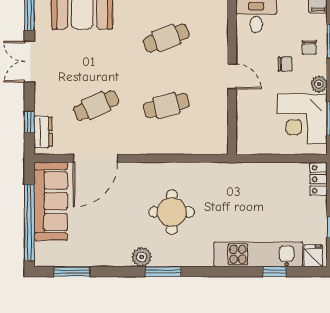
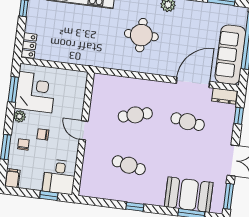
cafe table: (166, 38) -> (129, 165), turned 33
cafe table: (96, 105) -> (188, 122), turned 33
dresser: (43, 132) -> (224, 96), moved, turned -90

